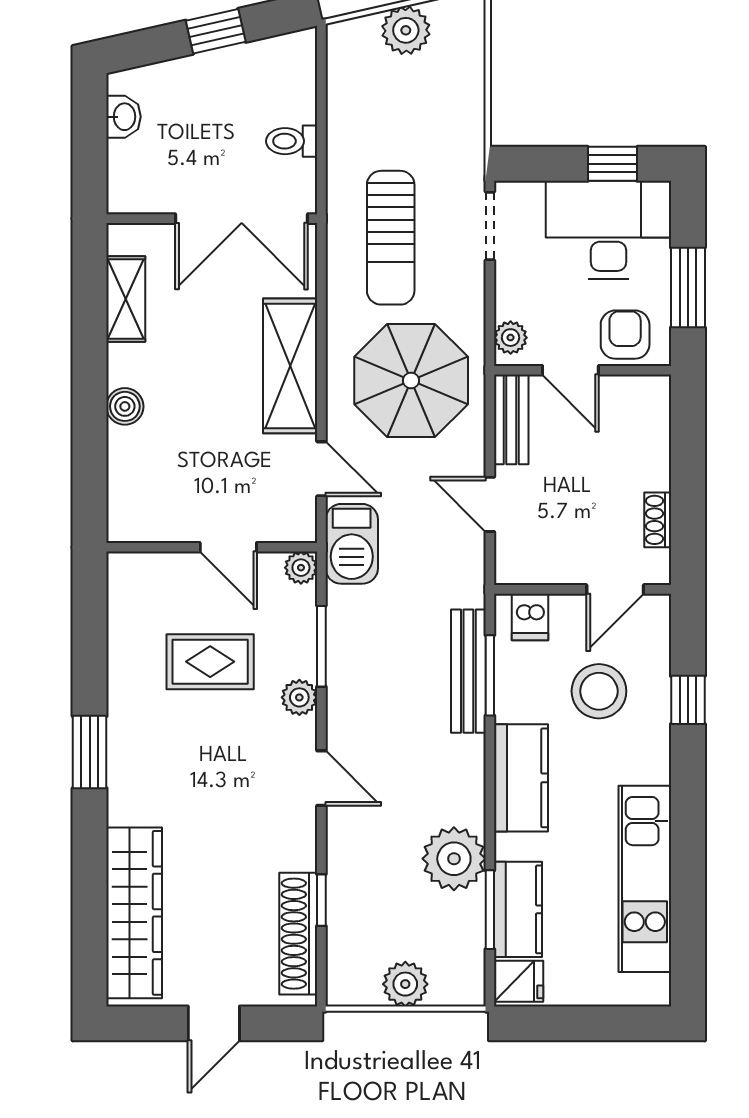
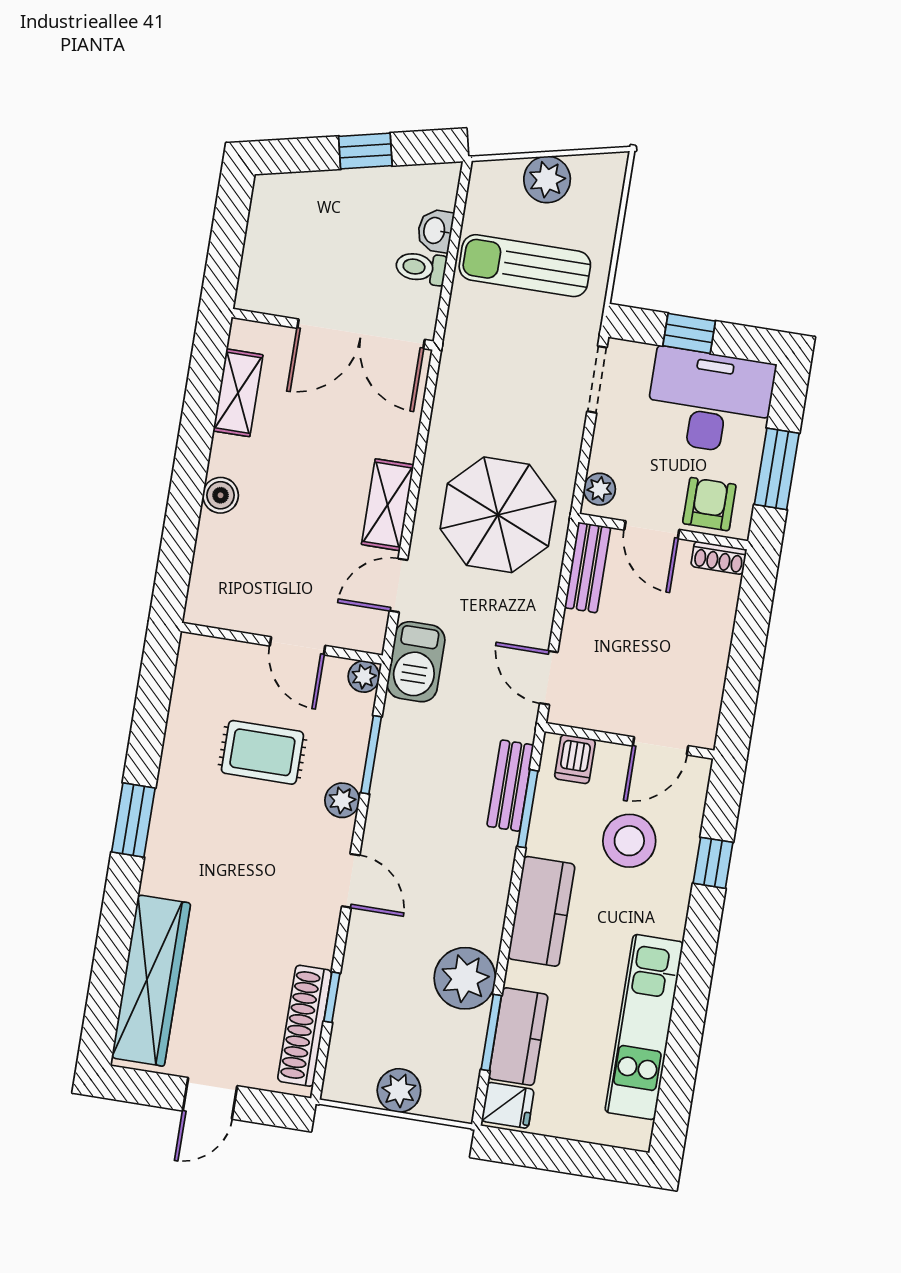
washbasin: (123, 117) -> (435, 231), moved, turned 180
window: (613, 164) -> (689, 333), moved
sun lounger: (391, 238) -> (525, 266), moved, turned 90
shelving: (290, 366) -> (388, 505), width x0.67, depth x0.75
door: (321, 469) -> (399, 585), swing flipped
door: (490, 504) -> (549, 678), moved
shoe rack: (658, 520) -> (719, 558), moved, turned -90
bench: (468, 671) -> (510, 786), width x0.73

